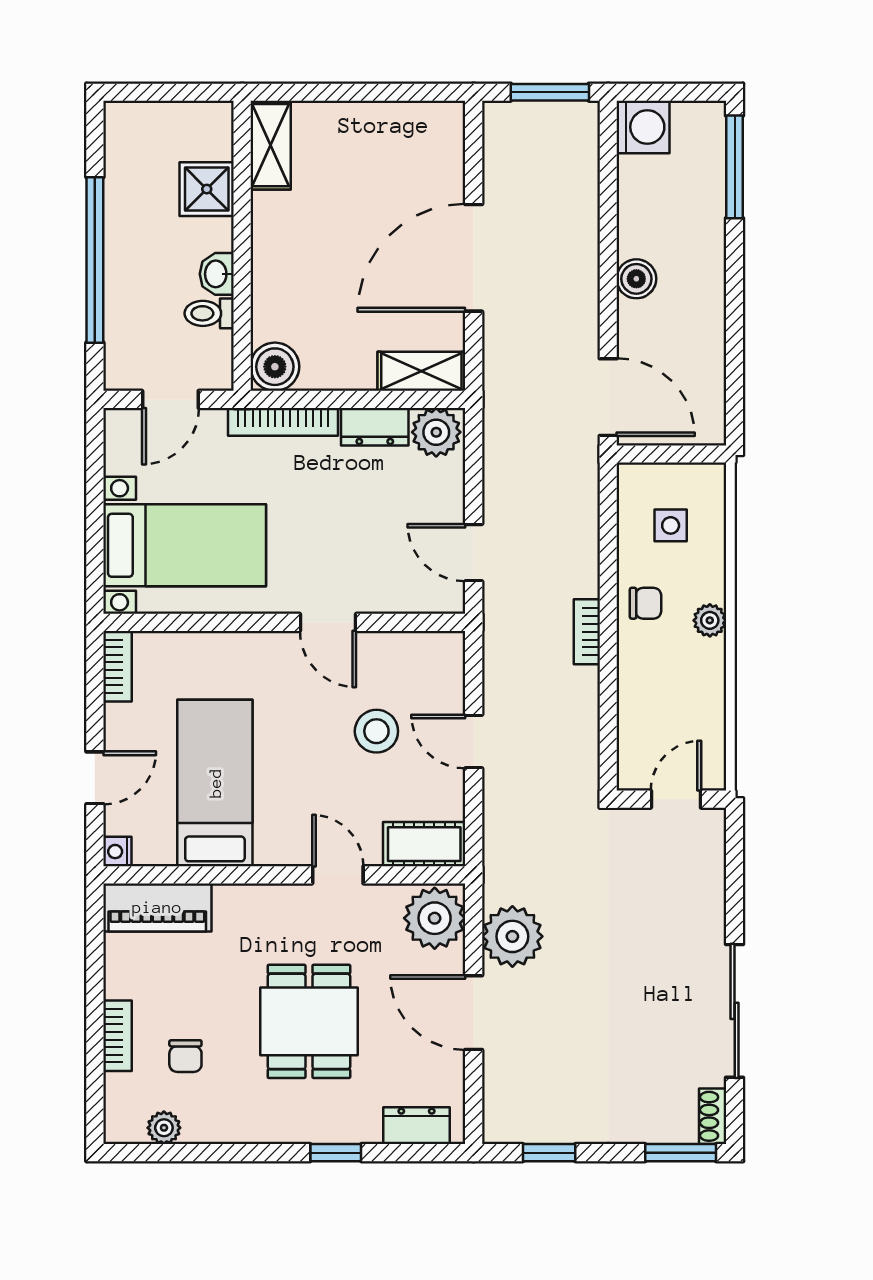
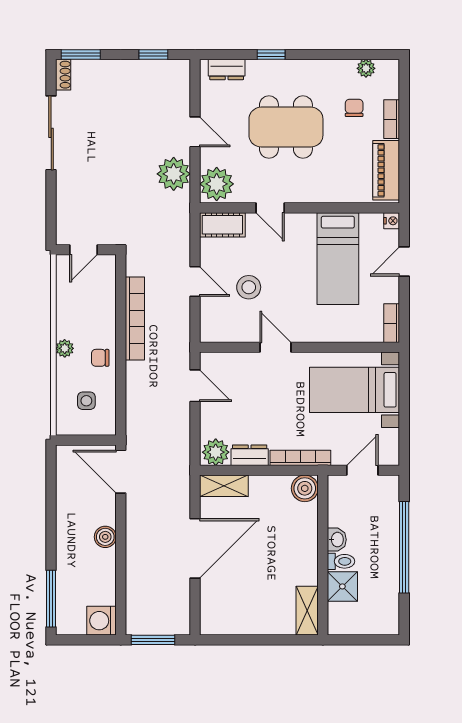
toilet: (209, 313) -> (341, 561), moved
bookcase: (587, 632) -> (135, 318), width x2.31, depth x1.31
piano: (157, 907) -> (386, 170), moved, turned -90
door: (474, 1013) -> (195, 132), width x0.73
dining table: (309, 1021) -> (286, 127), width x1.38

